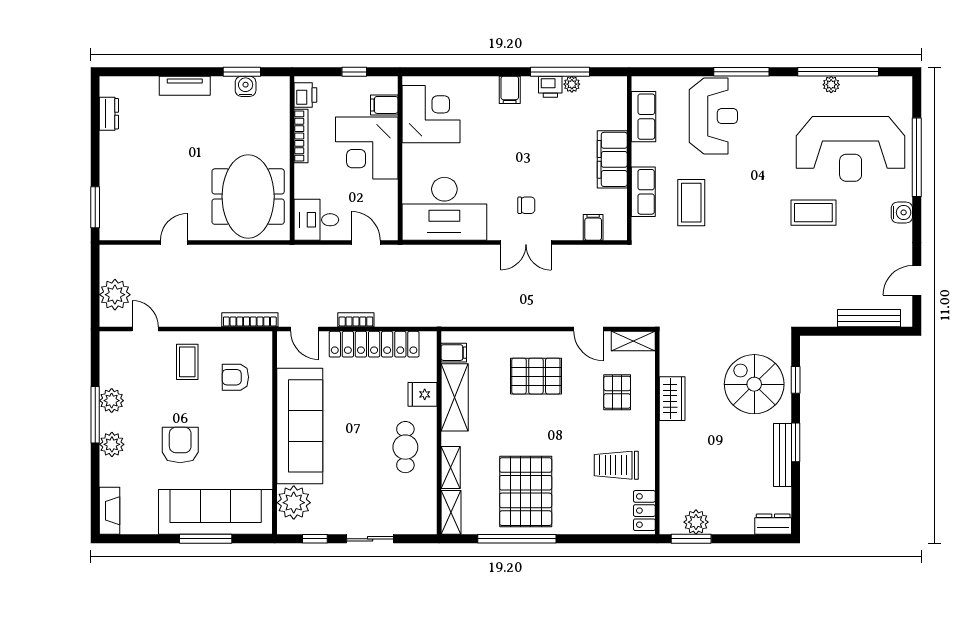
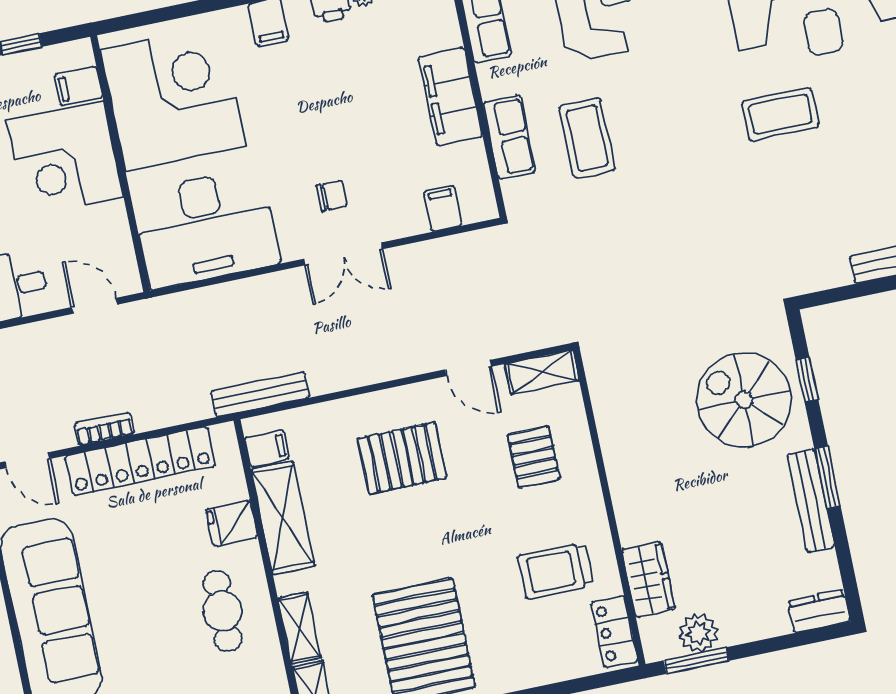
corner desk: (431, 114) -> (174, 98), width x1.36, depth x1.36
bench: (457, 318) -> (260, 394), added
wardrobe: (672, 399) -> (649, 580), moved

